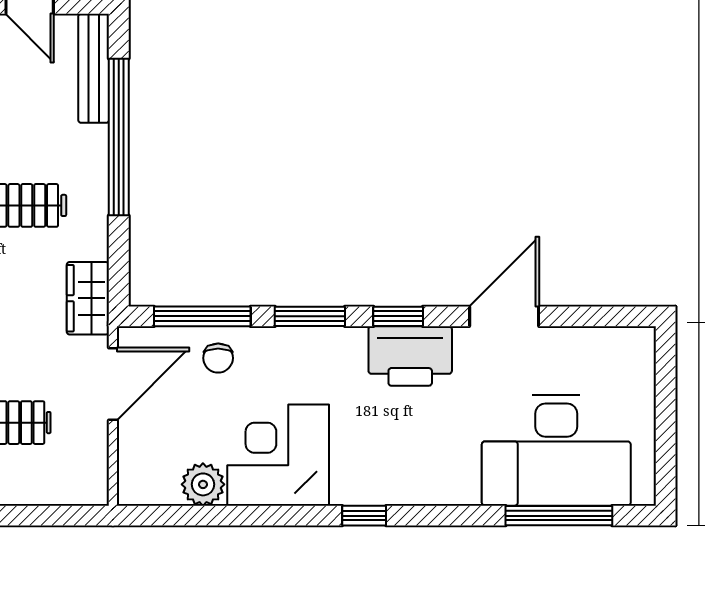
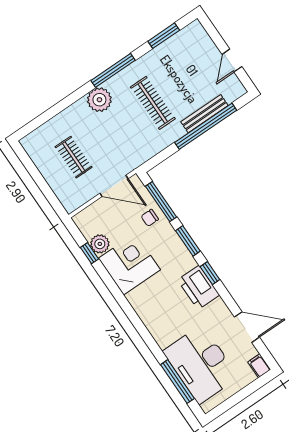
bench: (94, 68) -> (204, 114), moved
wardrobe: (88, 298) -> (139, 155), removed
door: (504, 316) -> (247, 327), moved
filing cabinet: (634, 343) -> (259, 366), added
window: (364, 516) -> (90, 253), moved

